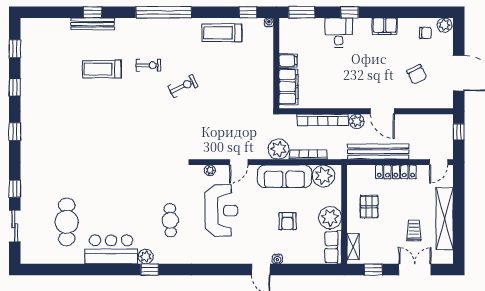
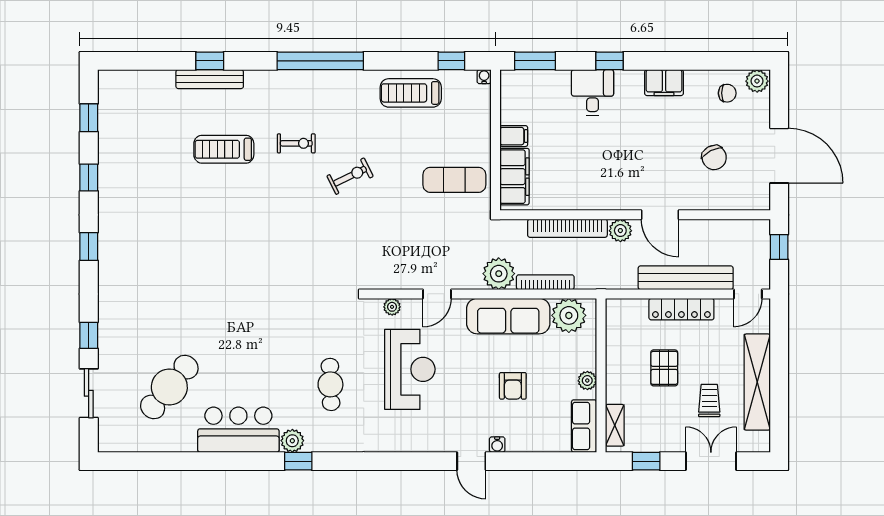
exercise mat: (250, 89) -> (454, 180), added
bench: (378, 152) -> (686, 278), moved
pallet: (369, 207) -> (664, 368), moved
plant: (330, 218) -> (587, 381), width x0.53, depth x0.53
cafe table: (67, 222) -> (169, 387), turned 40

